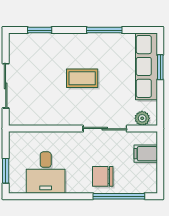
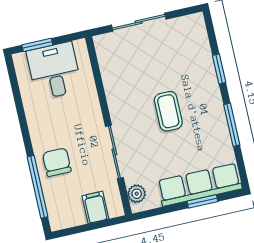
window: (40, 30) -> (219, 69), moved
desk: (46, 172) -> (54, 71), moved, turned 90

